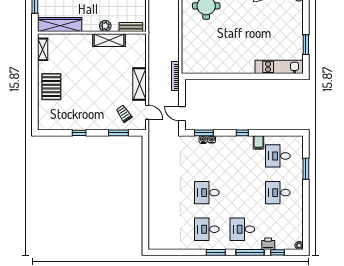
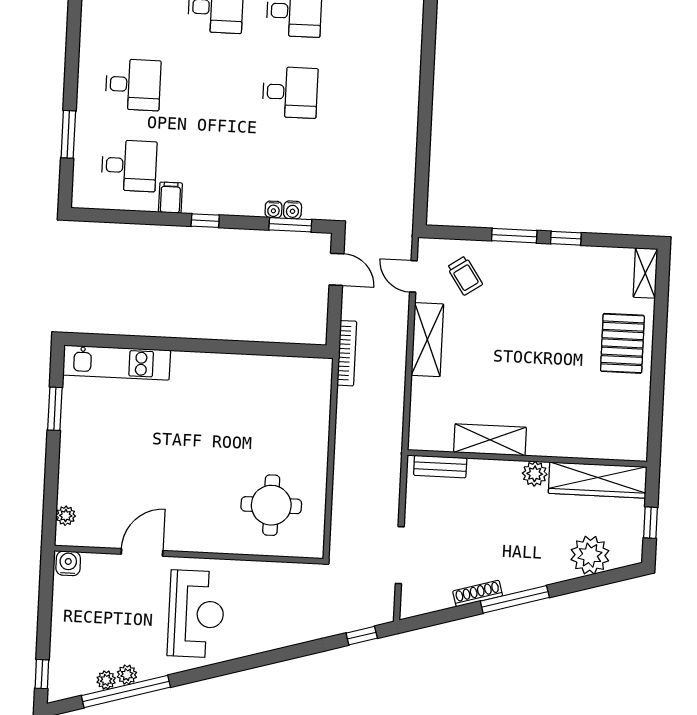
plant: (105, 26) -> (535, 474), moved
shelving: (43, 49) -> (645, 273), moved
window: (118, 133) -> (514, 236), moved

